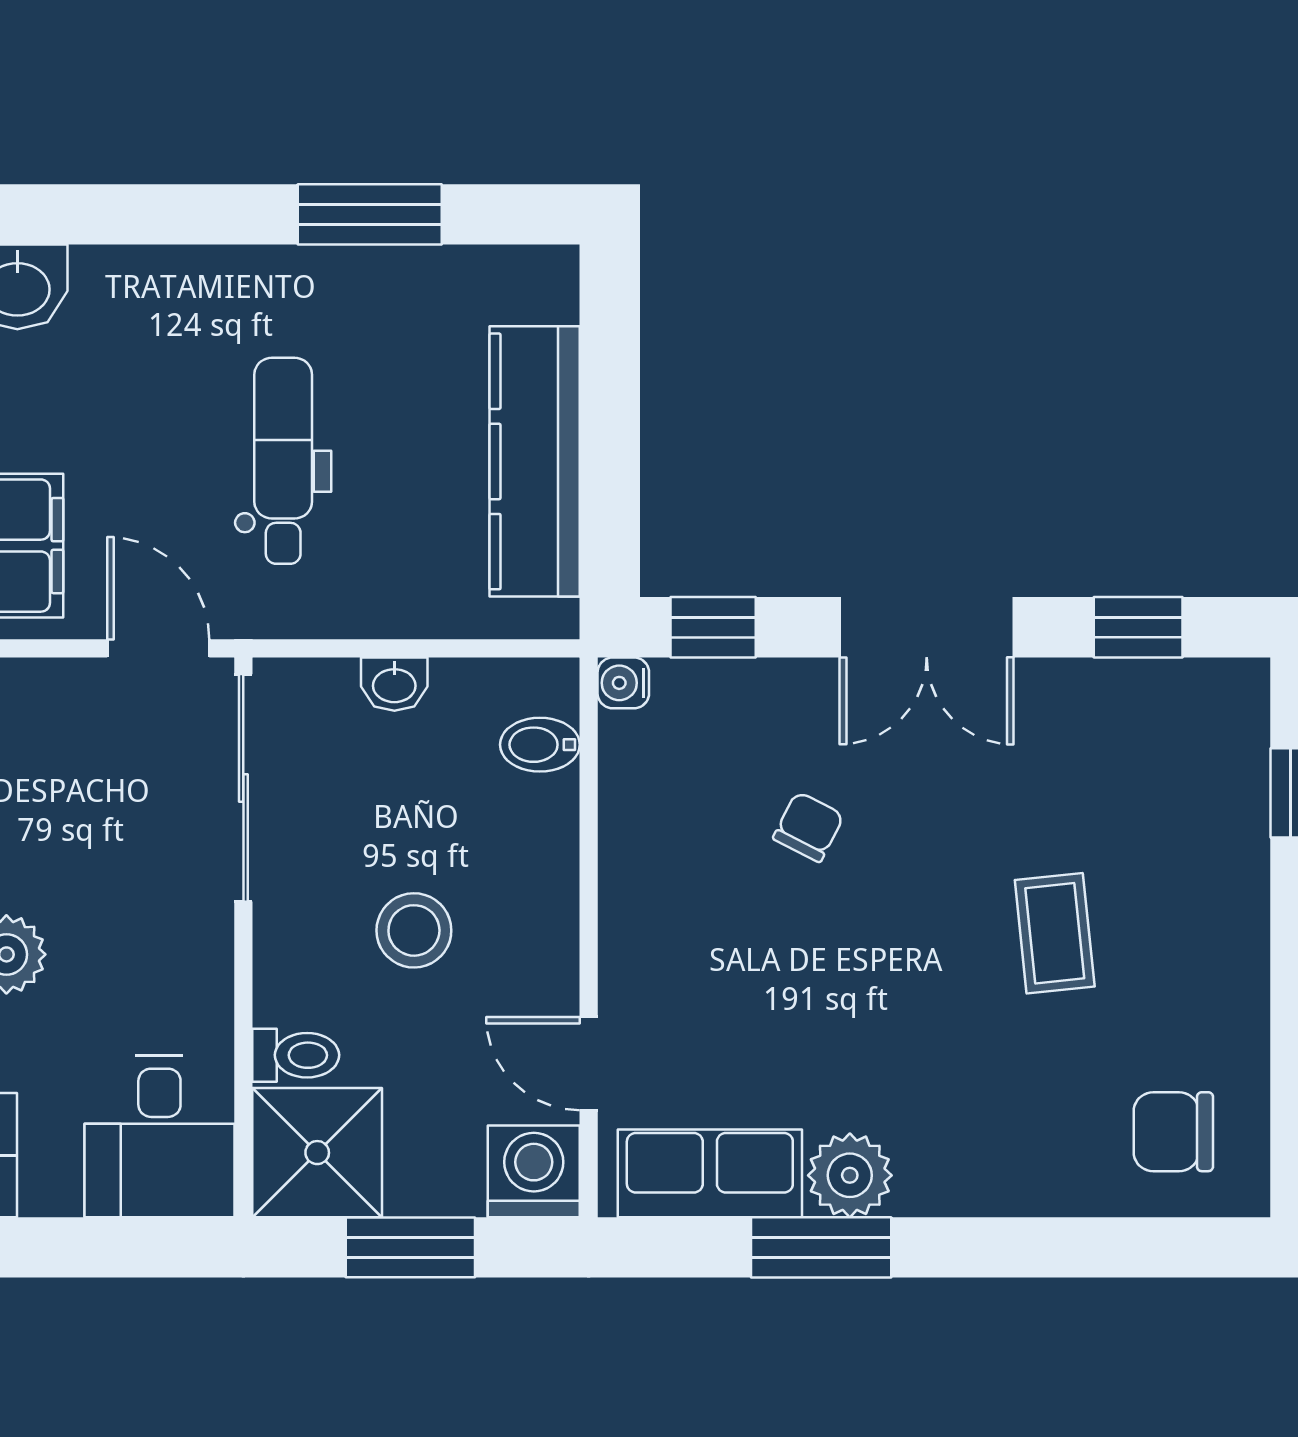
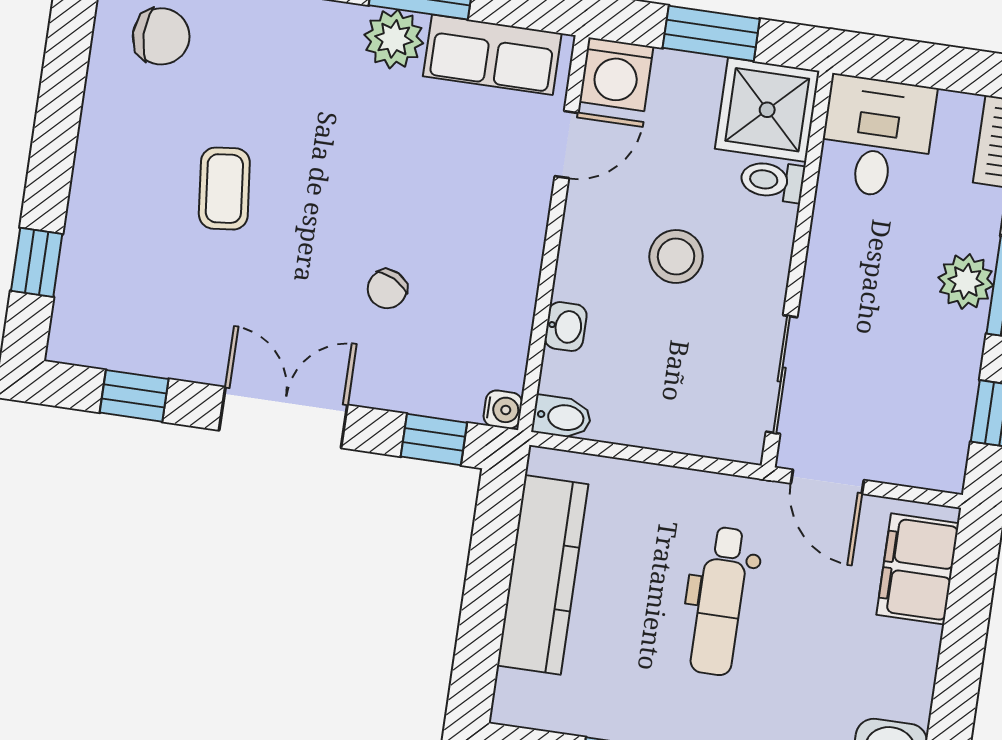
washbasin: (394, 684) -> (566, 327), moved, turned 90
bidet: (540, 745) -> (562, 417), moved
sliding door: (243, 788) -> (782, 375), width x0.73
door: (589, 1064) -> (566, 145), hinge flipped

